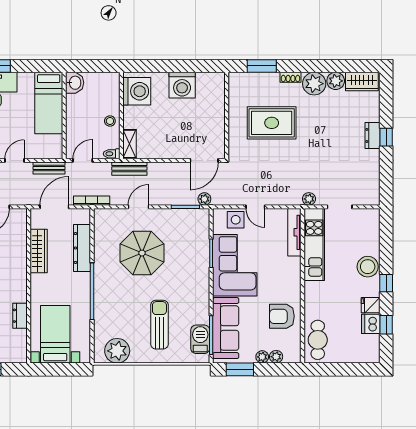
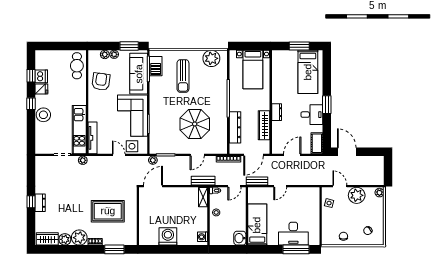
washing machine: (137, 91) -> (203, 237), width x0.53, depth x0.53
dresser: (20, 316) -> (277, 112), moved
armchair: (282, 316) -> (101, 81), turned -82

